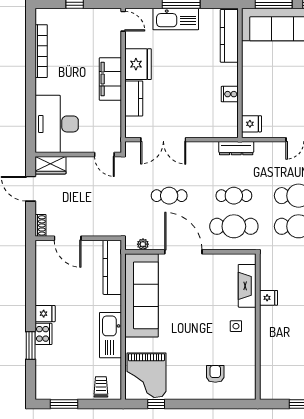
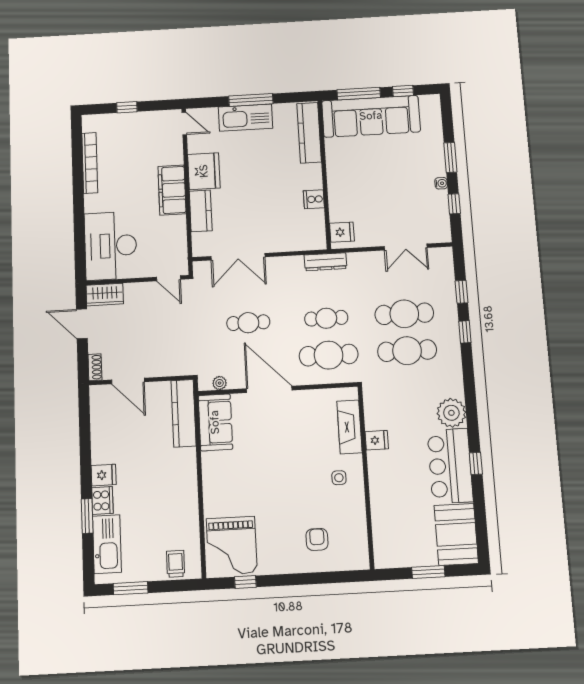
sofa: (142, 295) -> (215, 422), width x0.54, depth x0.79
kitchen sink: (110, 335) -> (107, 544), moved, turned 180

